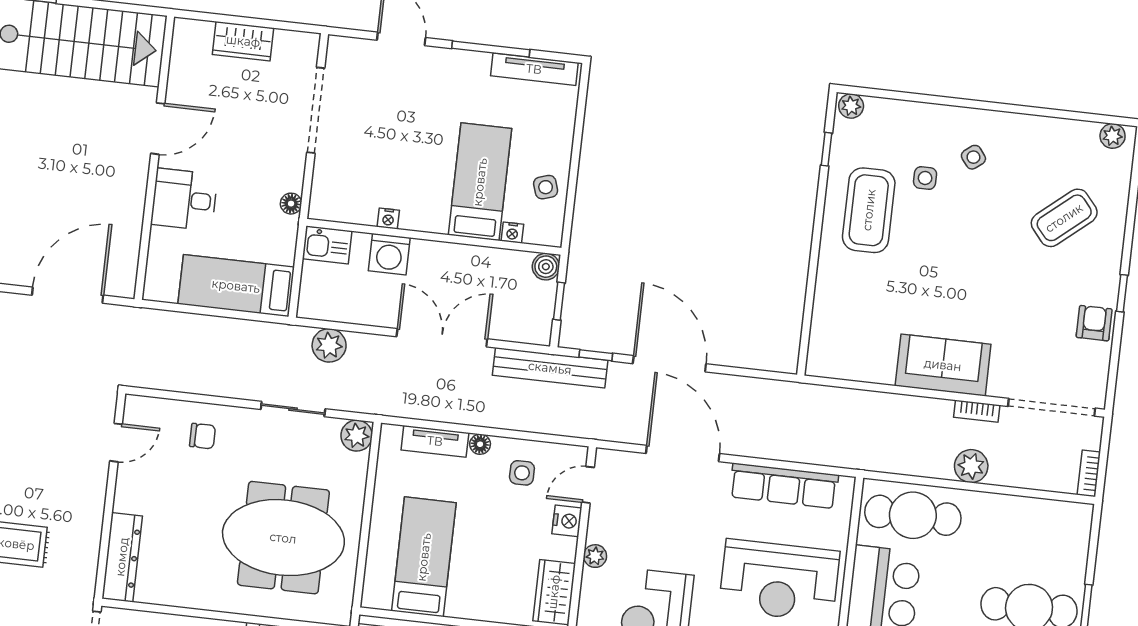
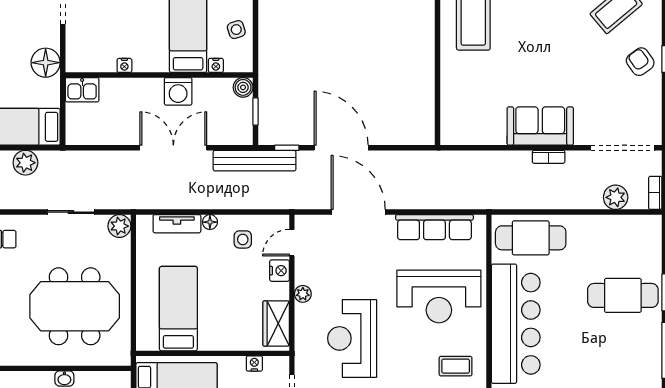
floor lamp: (291, 204) -> (46, 63), width x1.89, depth x1.89
washing machine: (389, 254) -> (178, 91), moved
armchair: (1094, 323) -> (640, 62), moved, turned -36
plant: (329, 345) -> (25, 163), moved
bookcase: (977, 411) -> (549, 157), moved
plant: (971, 466) -> (616, 197), moved

